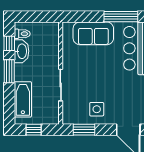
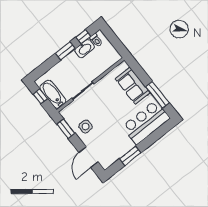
bathtub: (23, 99) -> (53, 94), moved, turned -90

